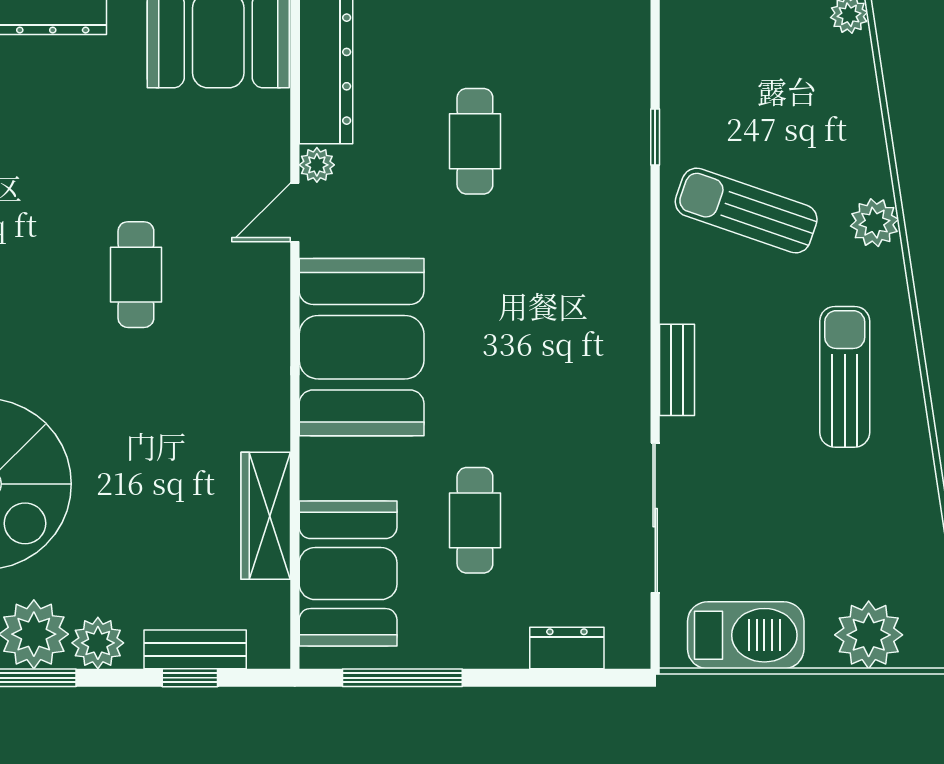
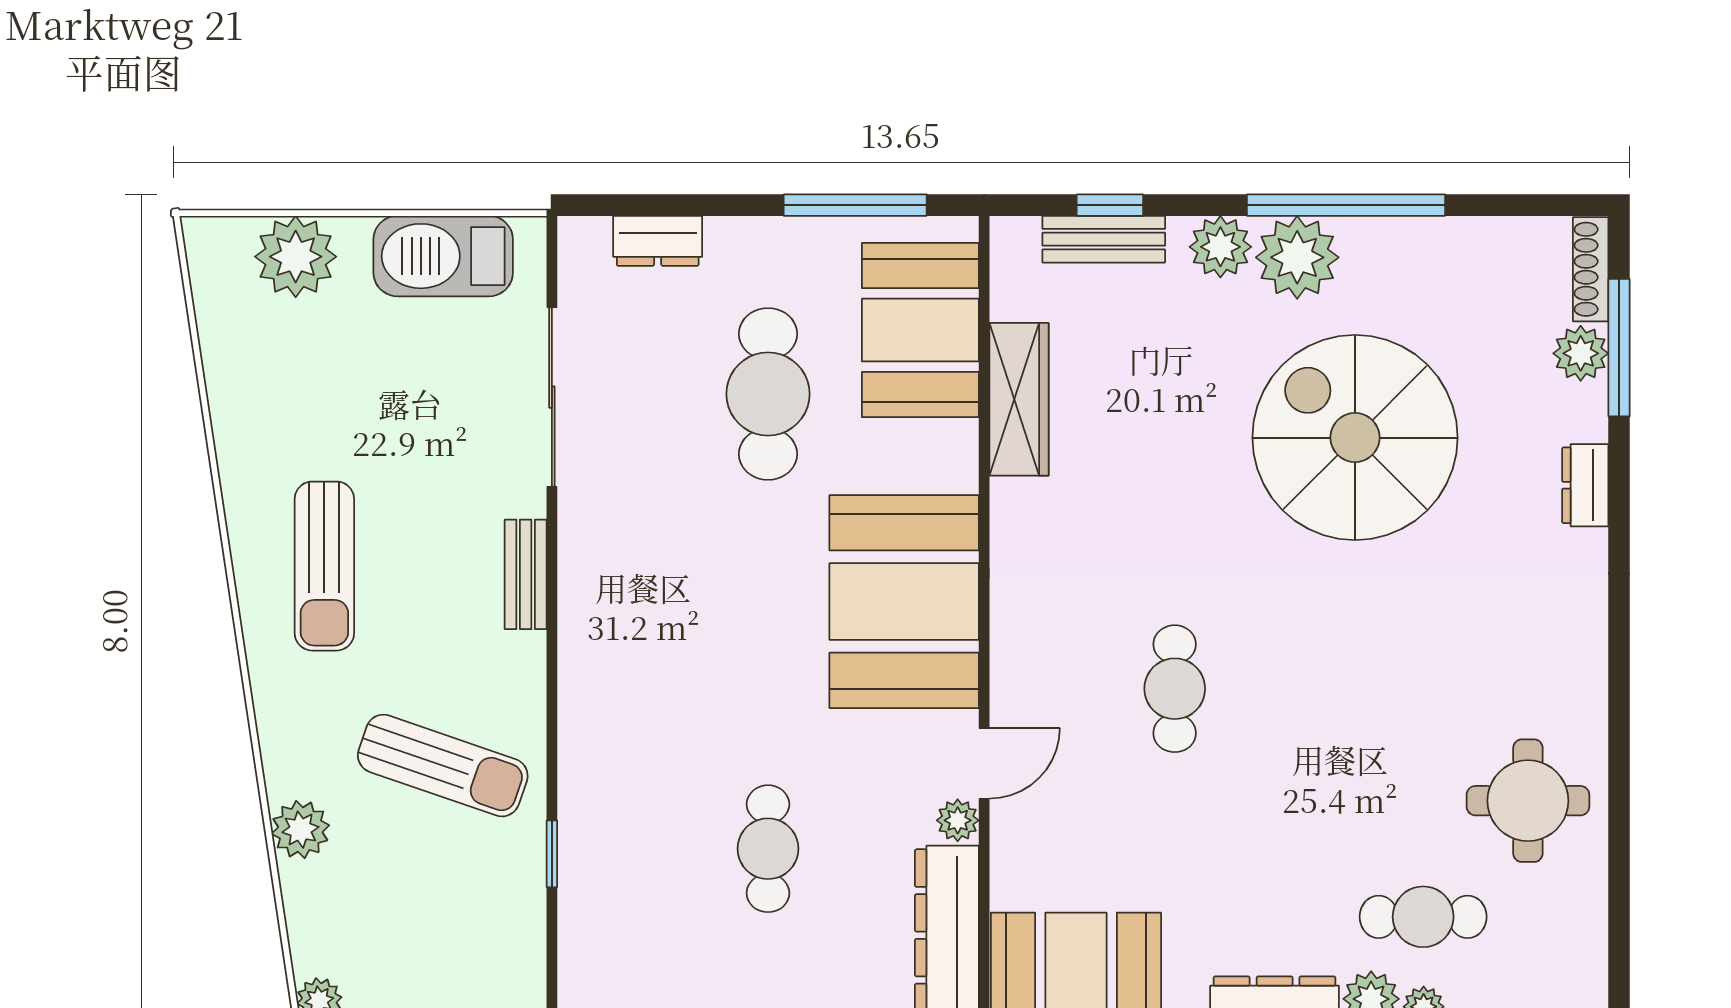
plant: (874, 223) -> (300, 830), moved
cafe table: (475, 520) -> (768, 394), width x1.37, depth x1.35

